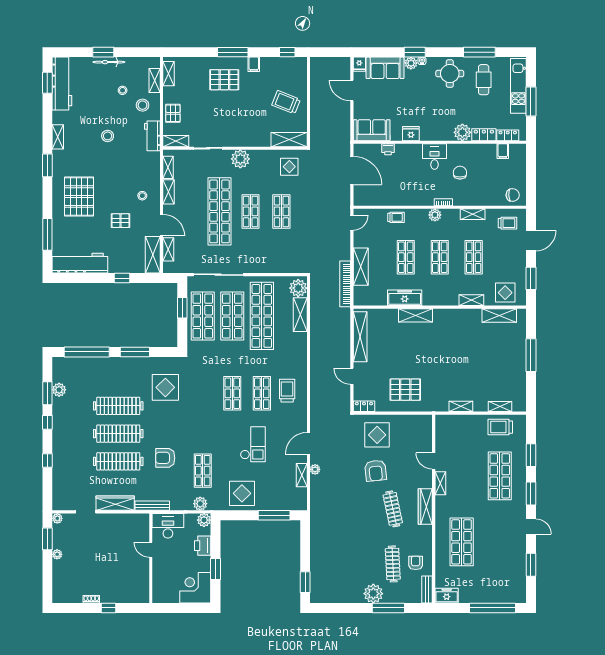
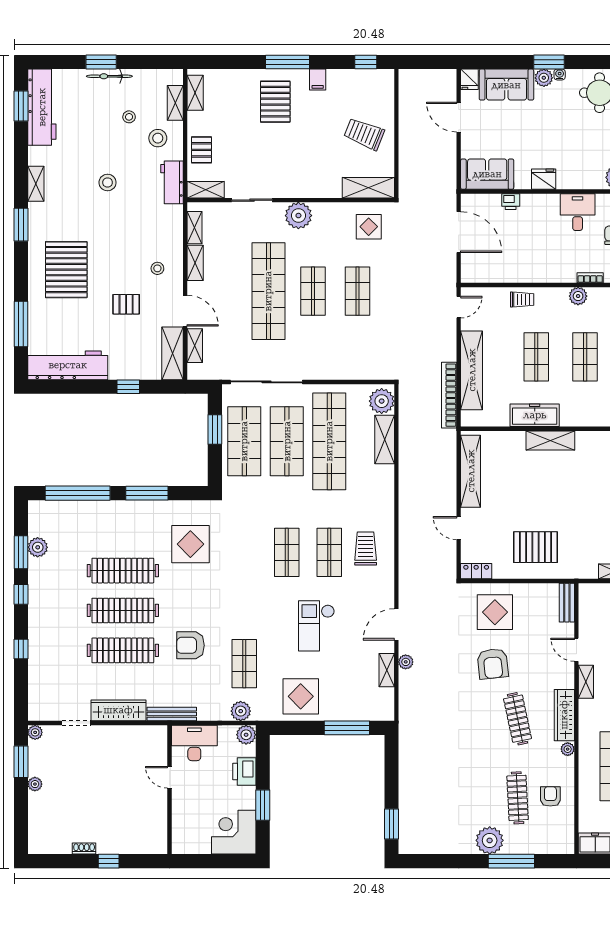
pallet: (224, 80) -> (275, 102), turned 90
shelving: (361, 267) -> (472, 370), width x1.47
checkout: (253, 444) -> (316, 626), turned 180
plant: (428, 530) -> (568, 749), added
bench: (427, 590) -> (567, 603), moved

